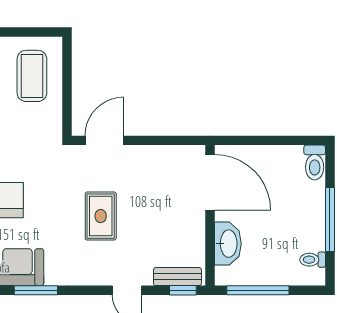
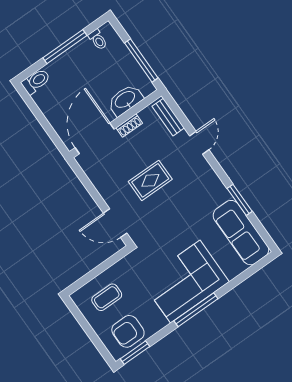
coffee table: (32, 76) -> (107, 297), width x0.73, depth x0.77
rug: (101, 216) -> (150, 180), moved
shoe rack: (198, 229) -> (129, 126), added
window: (183, 290) -> (174, 108), removed

